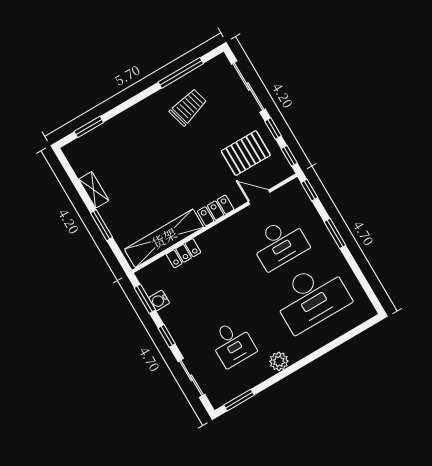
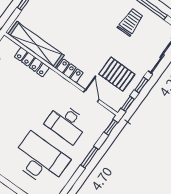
trolley: (188, 107) -> (131, 22), turned -75
locker: (183, 253) -> (32, 62), width x1.53
desk: (311, 297) -> (40, 160), turned 180

